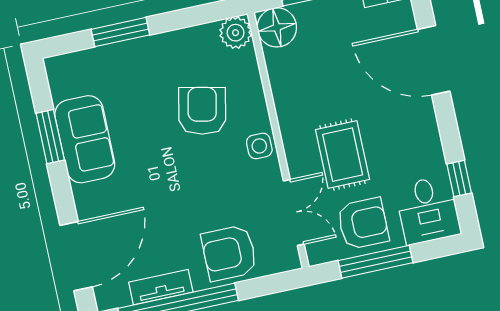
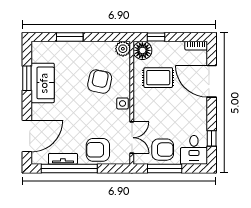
rug: (343, 155) -> (158, 78), moved, turned 90

